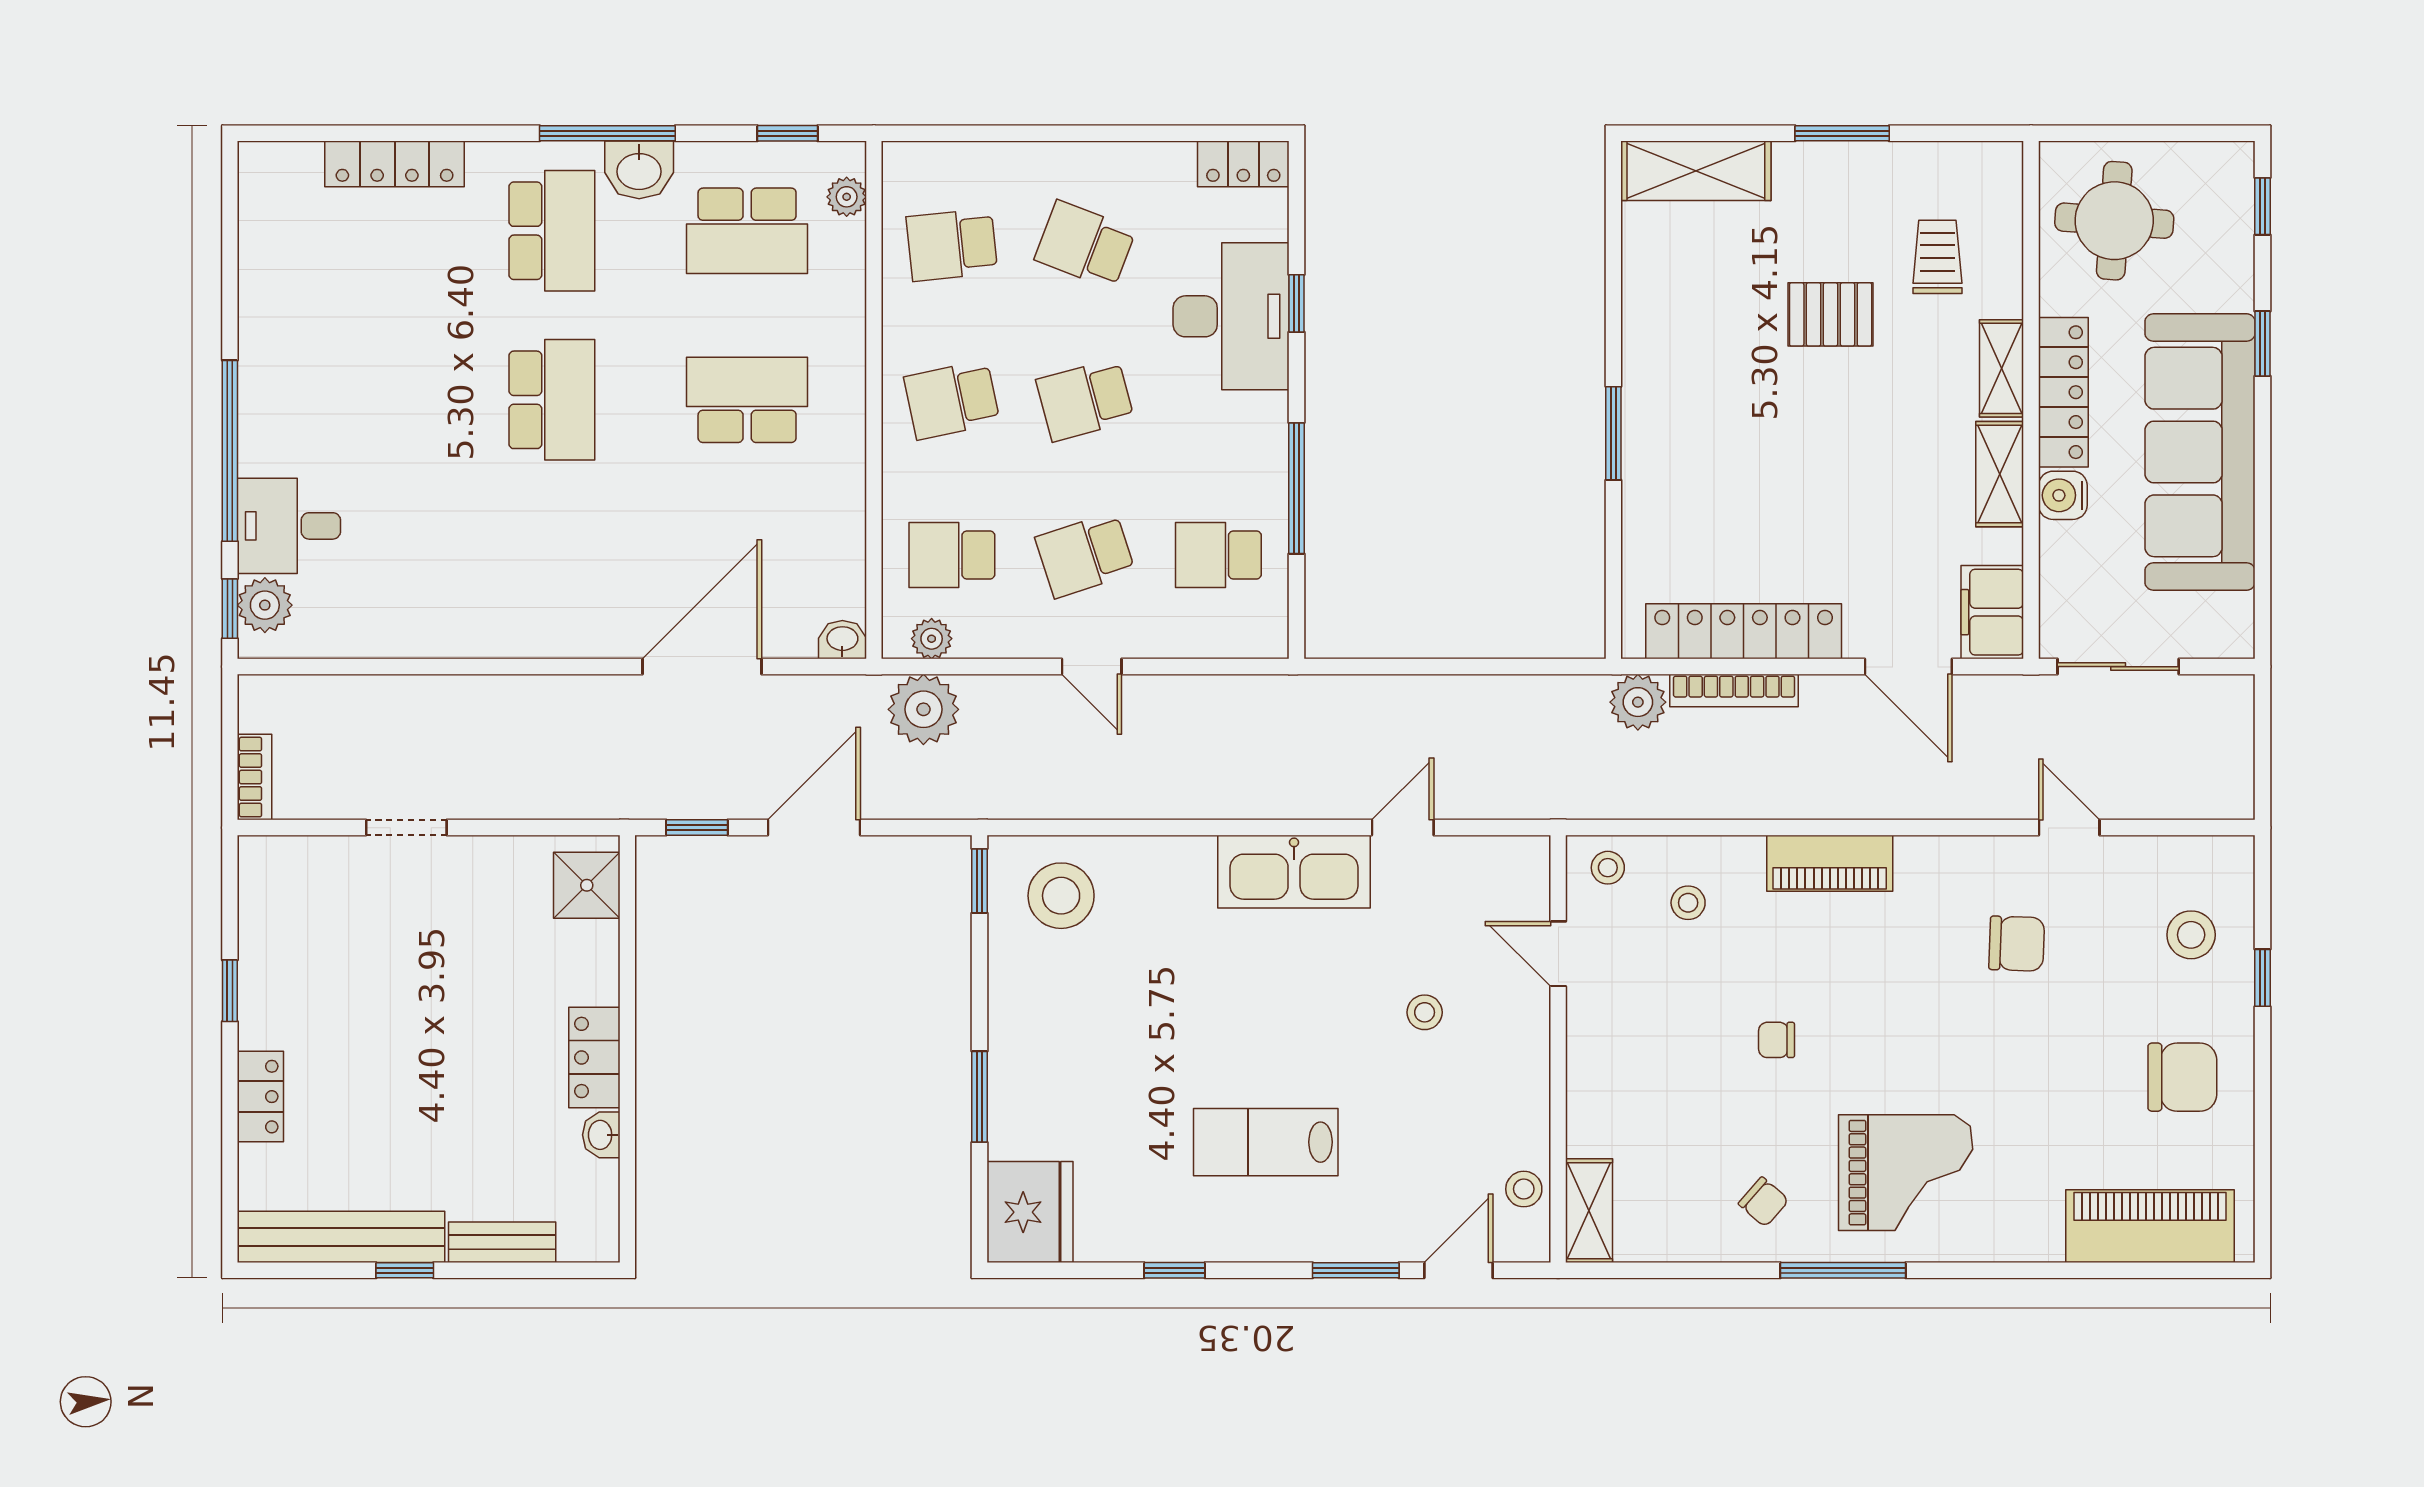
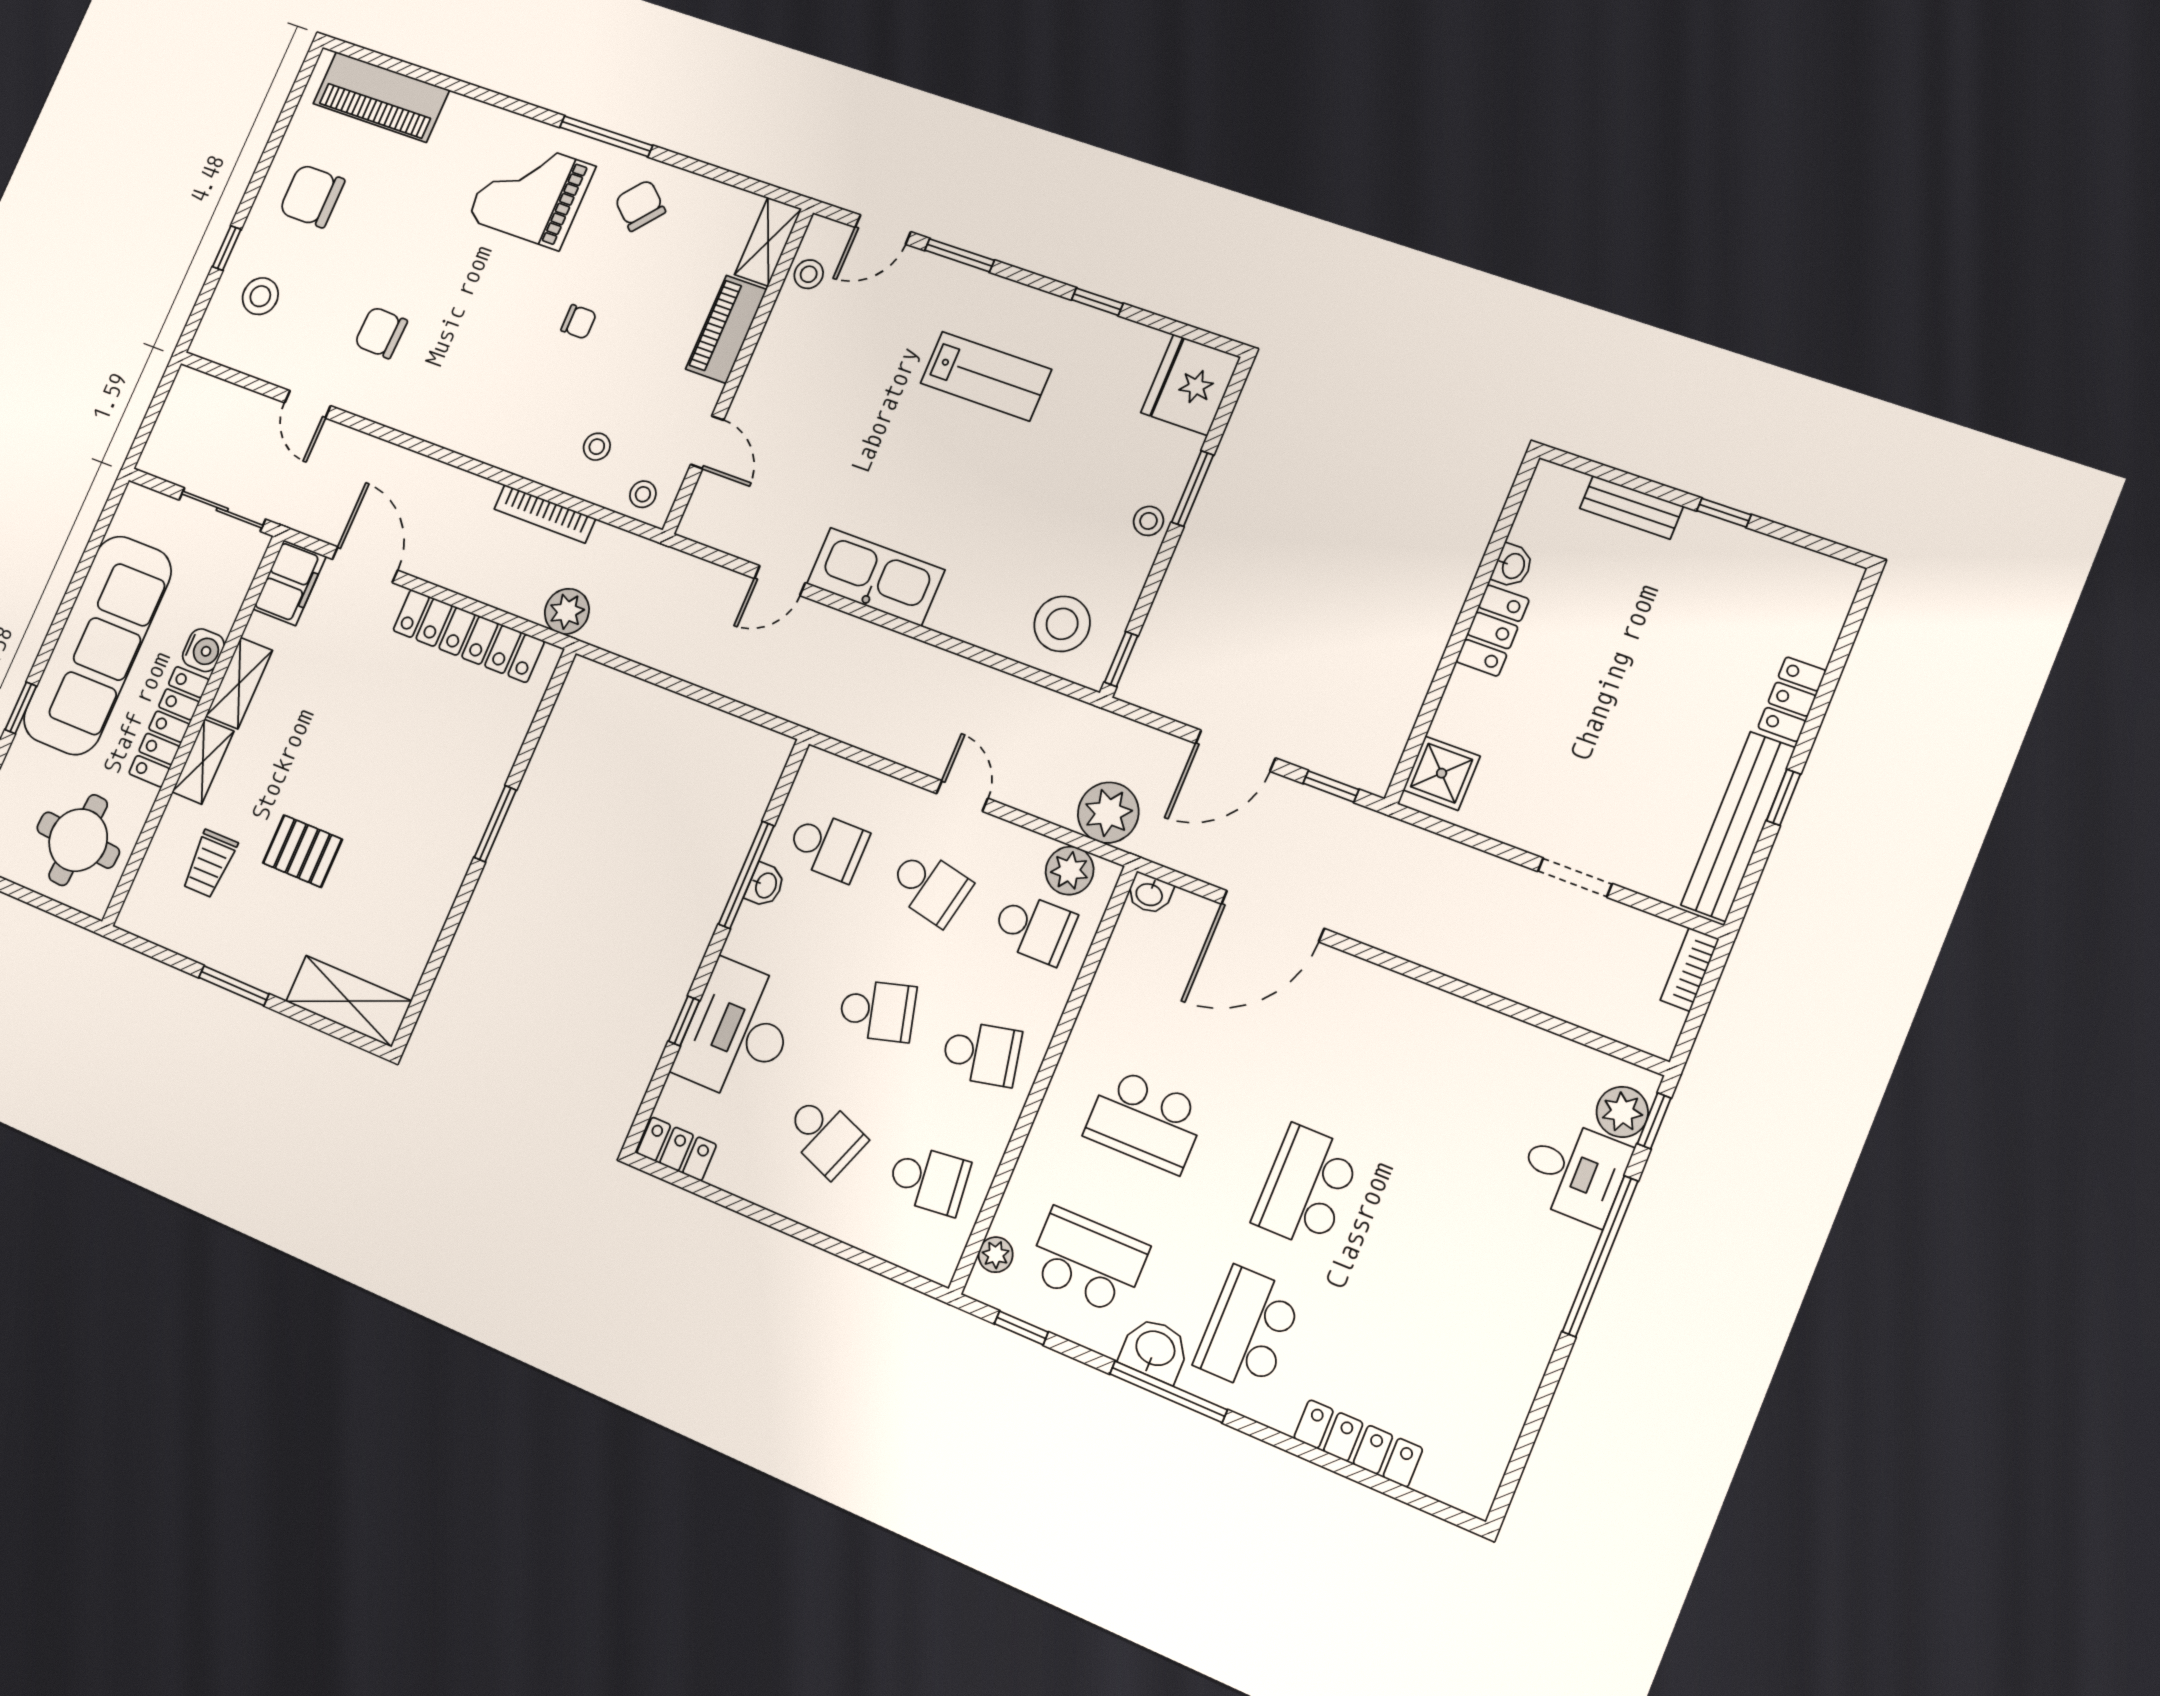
washbasin: (1270, 486) -> (765, 885), added
school desk: (1085, 555) -> (930, 887), turned 30
plant: (932, 639) -> (1070, 871), width x1.38, depth x1.38
bookcase: (1734, 690) -> (545, 514), moved, turned 180
piano: (1830, 863) -> (726, 329), moved, turned -90
stool: (1425, 1012) -> (1148, 521), moved
chair: (1764, 1202) -> (640, 205), width x1.37, depth x1.37
bench: (341, 1237) -> (1738, 826), moved, turned 90

